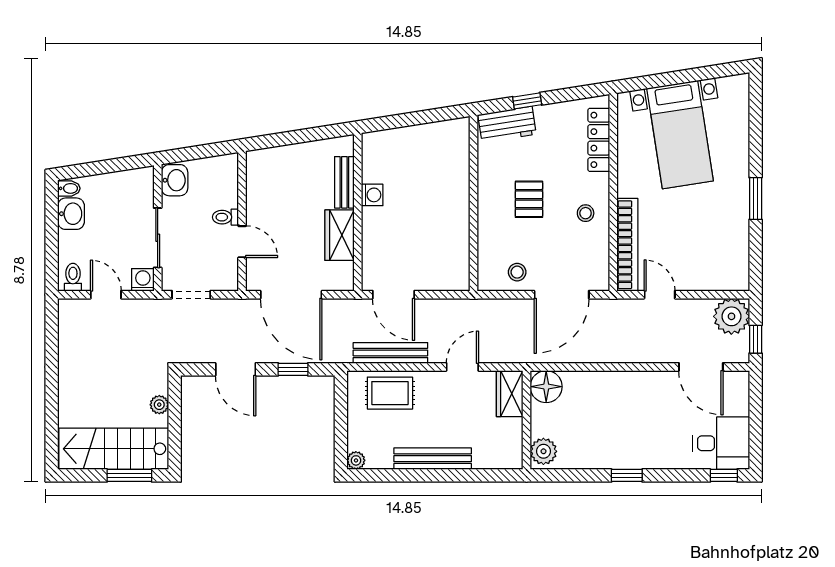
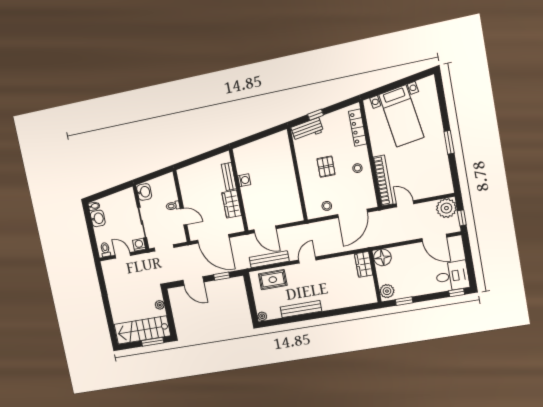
floor lamp: (546, 387) -> (382, 257), moved
wardrobe: (510, 394) -> (364, 264), moved
wall: (527, 420) -> (375, 276), moved
plant: (543, 451) -> (387, 291), moved

